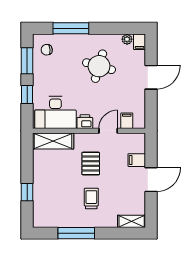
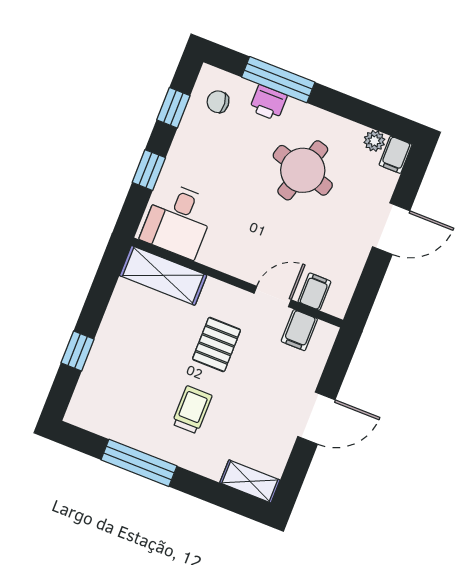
window: (27, 61) -> (173, 108), width x0.67
desk: (55, 112) -> (178, 220), width x0.73
printer: (85, 122) -> (268, 103), moved, turned 180
filing cabinet: (137, 160) -> (299, 330), moved, turned -90

